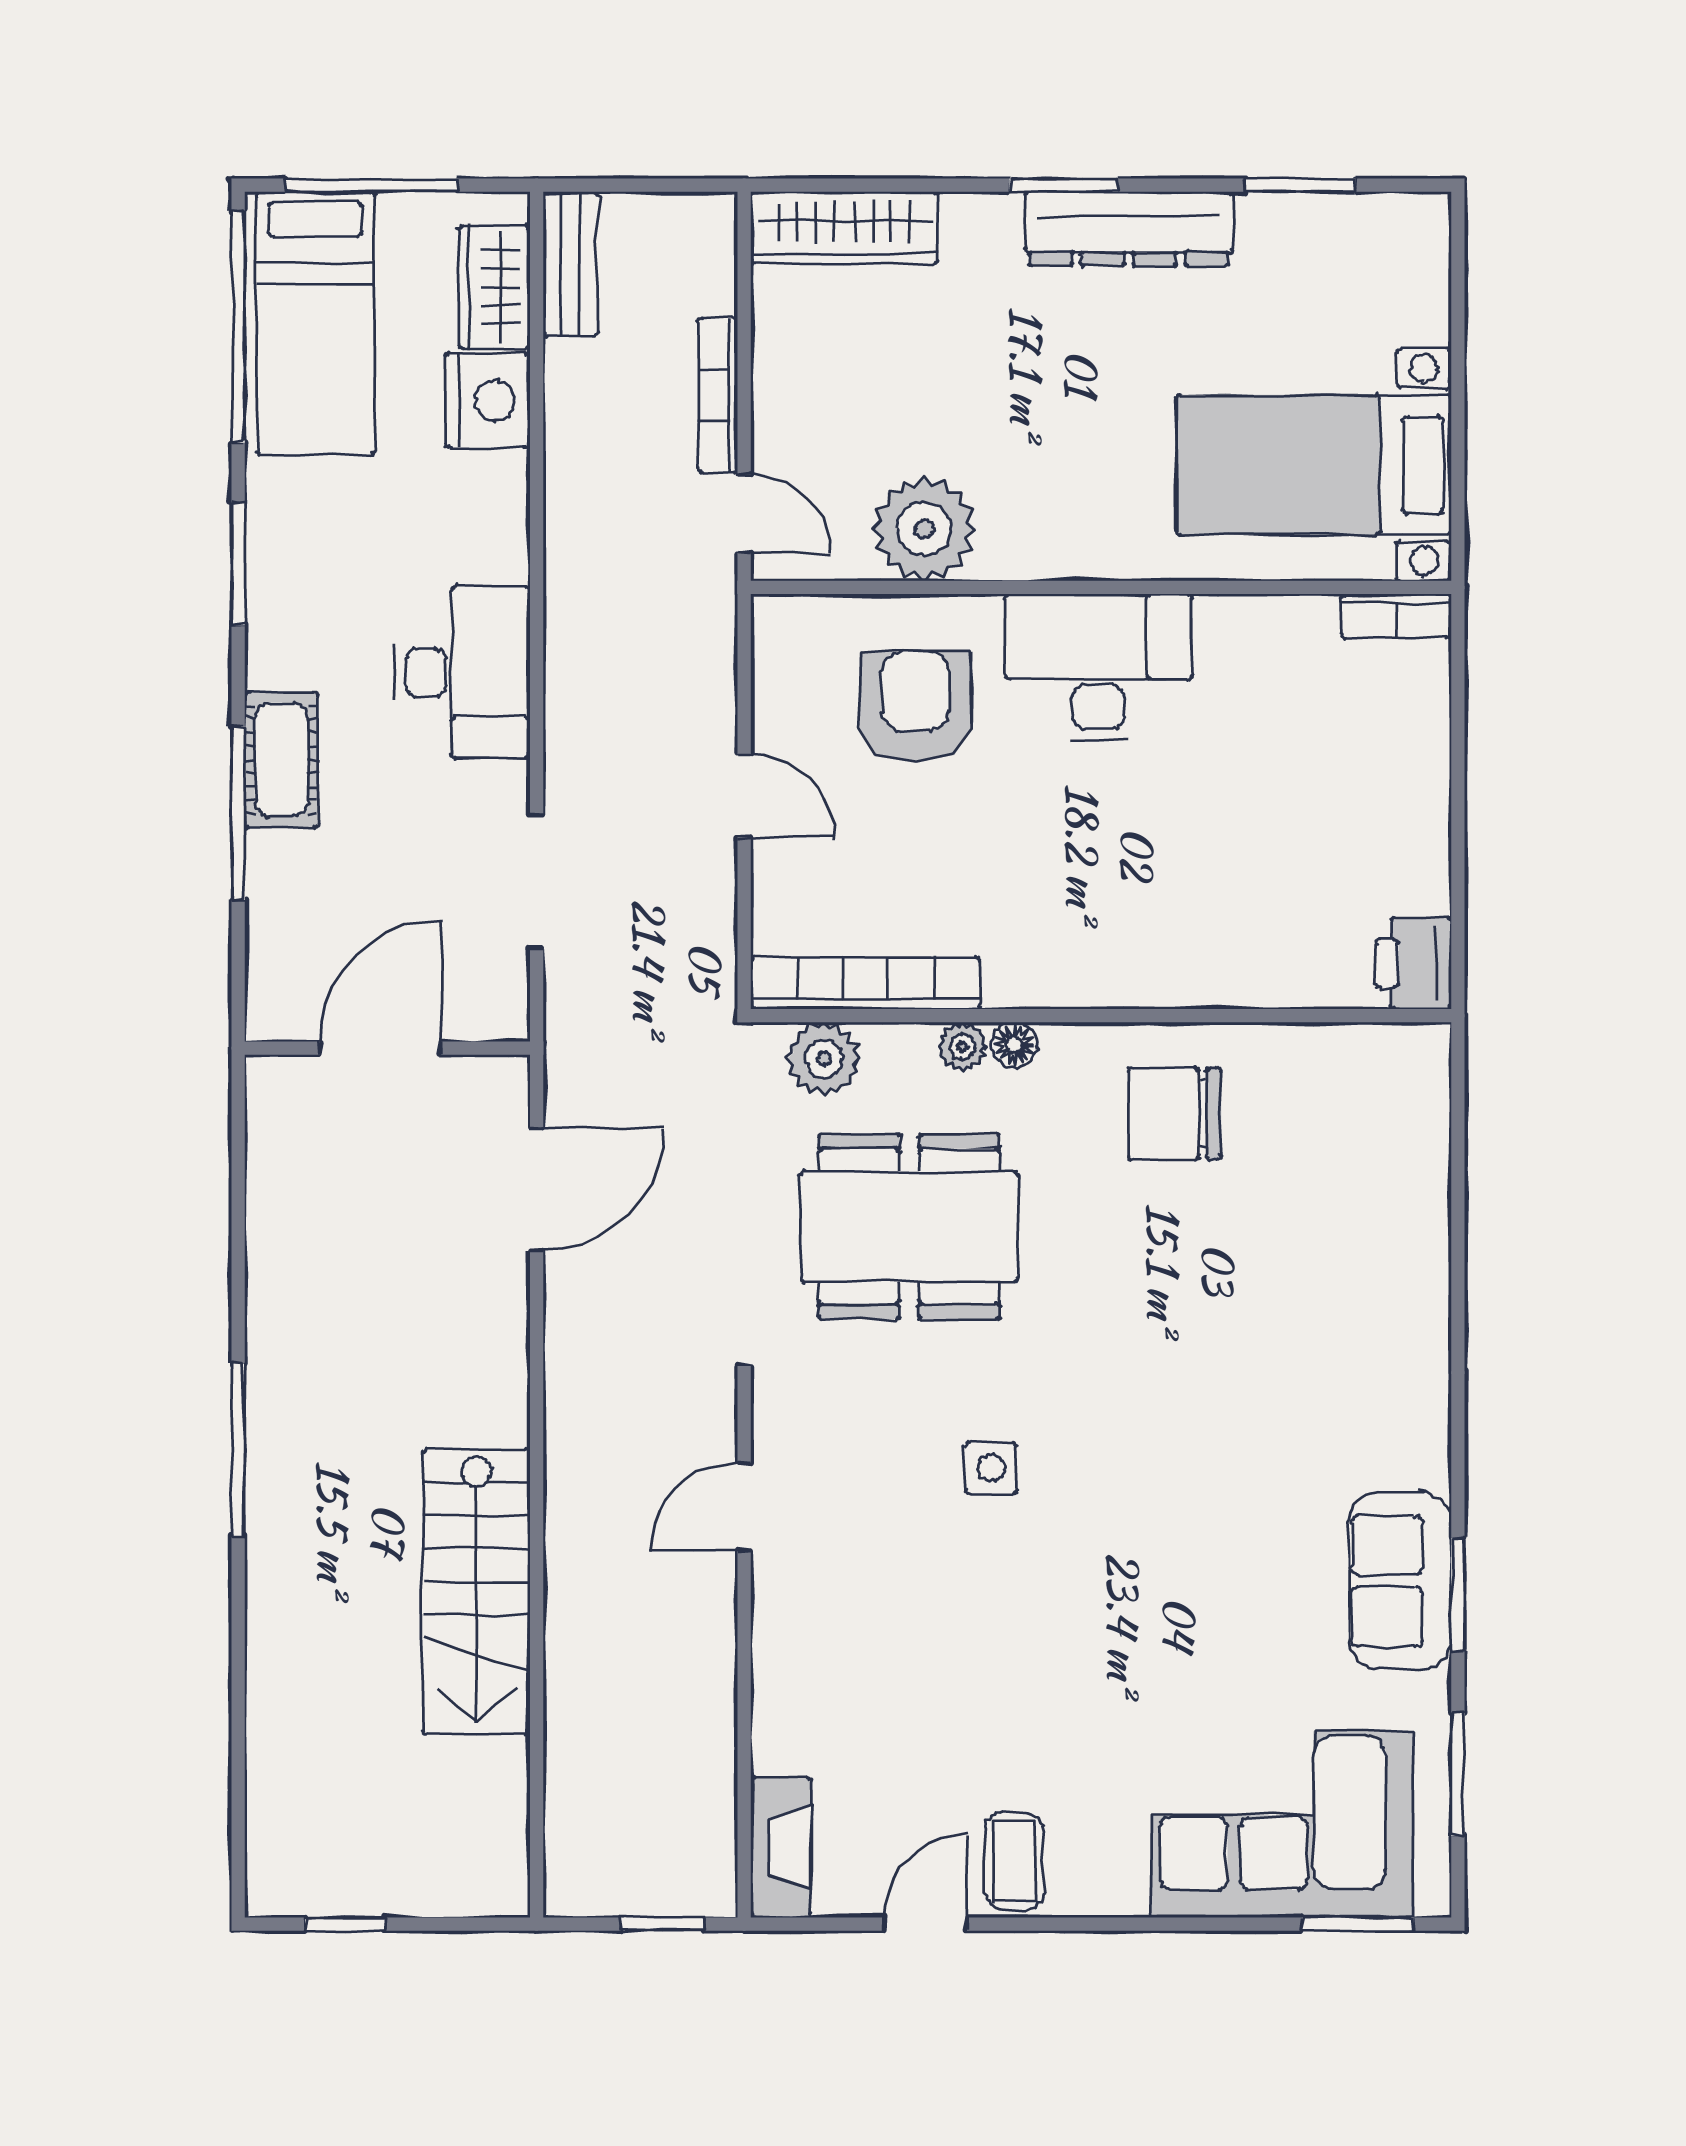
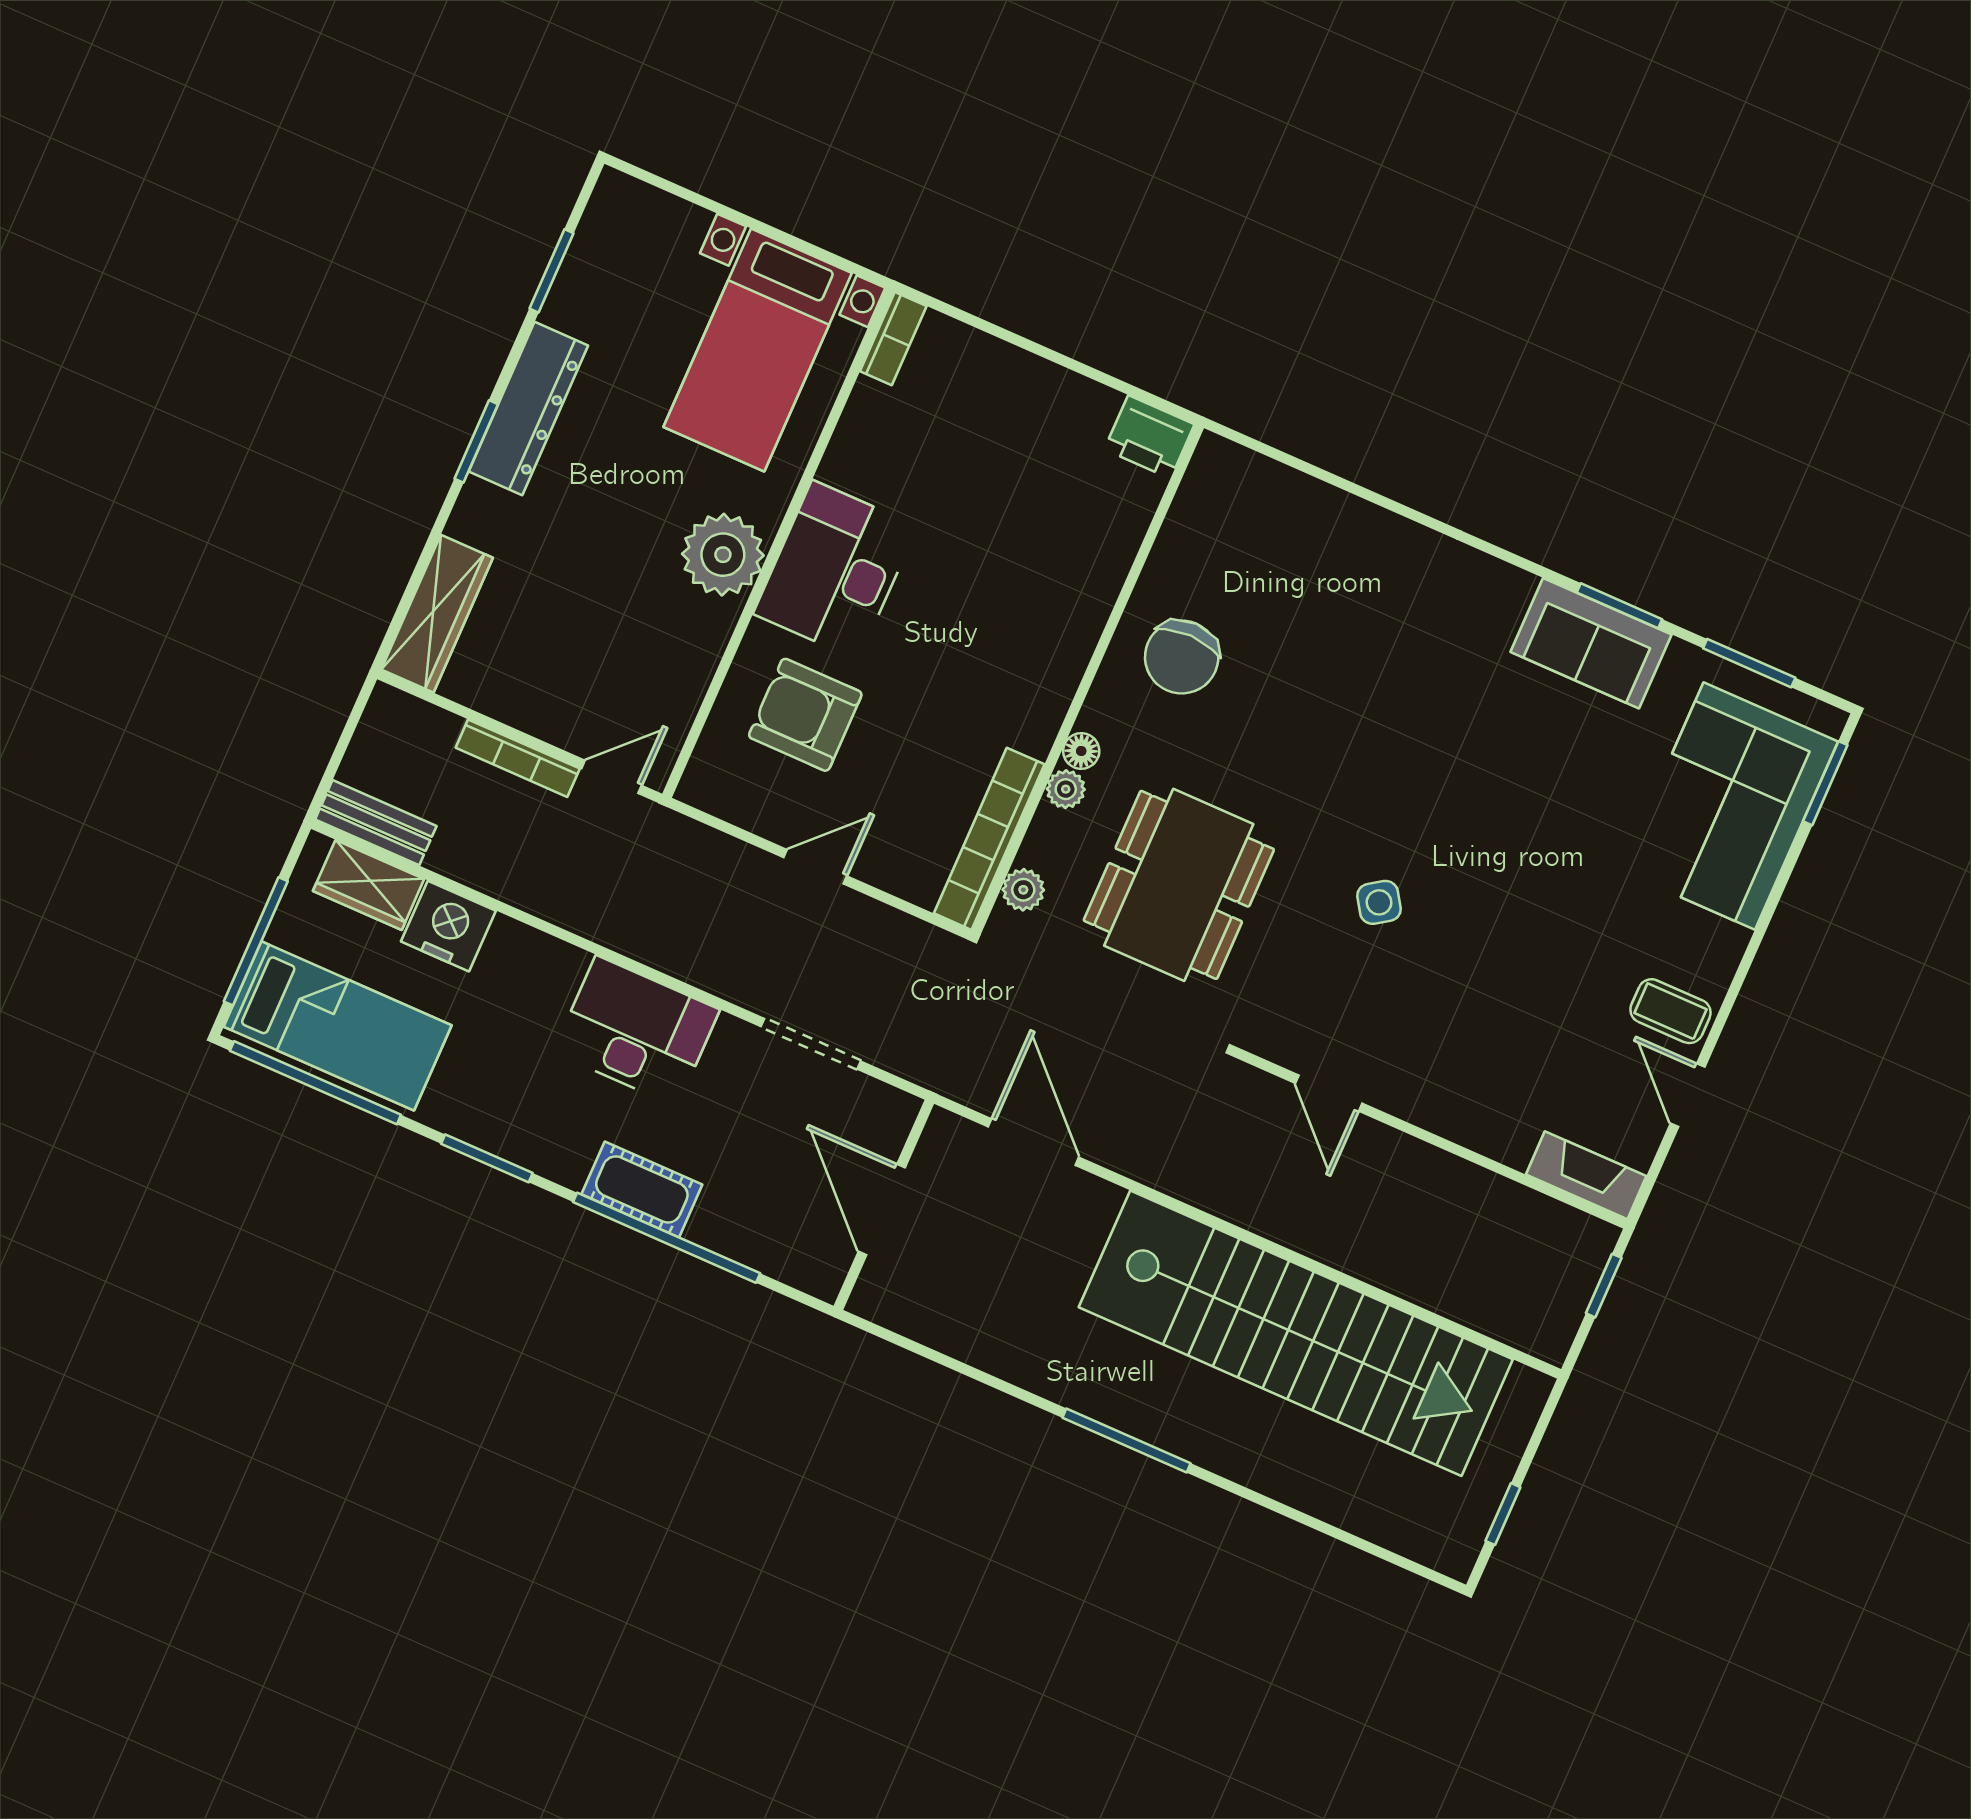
plant: (924, 529) -> (723, 555), moved
window: (238, 813) -> (667, 1238), width x1.46
plant: (824, 1059) -> (1023, 890), width x0.73, depth x0.73
side table: (991, 1468) -> (1379, 902), turned -34
stairs: (476, 1591) -> (1296, 1333), width x1.86, depth x1.51

